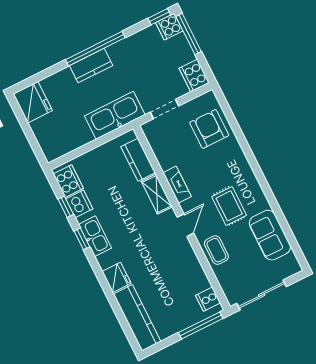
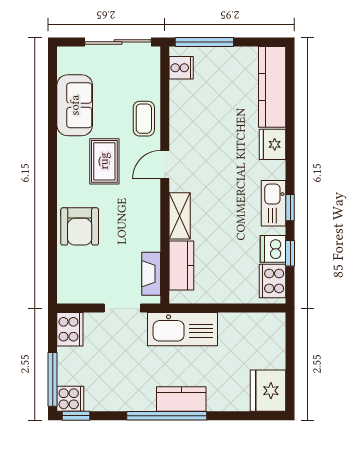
armchair: (209, 129) -> (80, 226), moved
fireplace: (177, 185) -> (151, 274), moved

